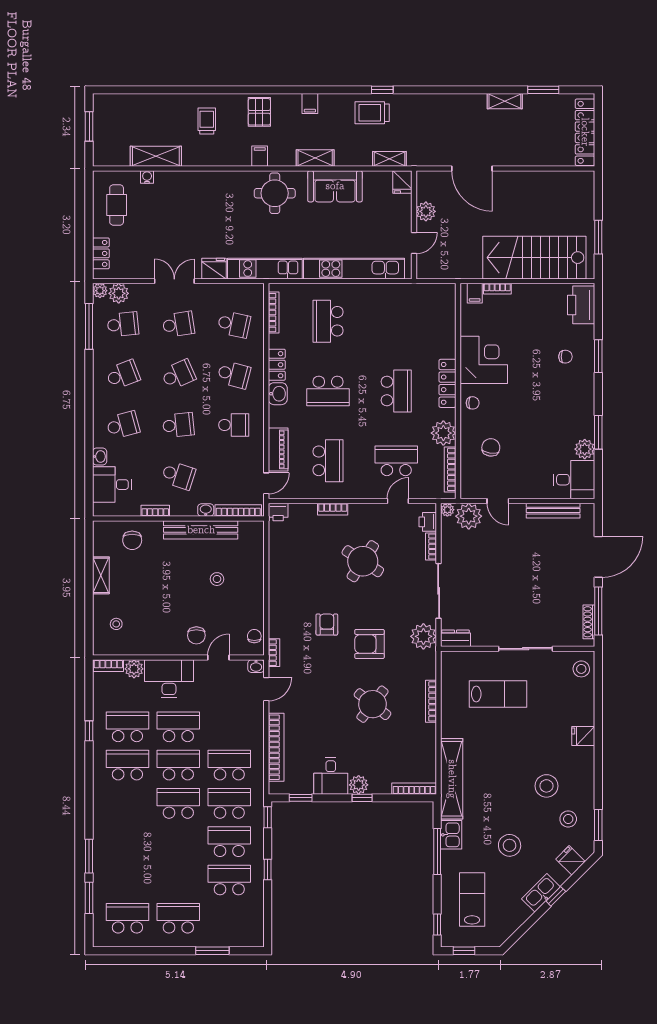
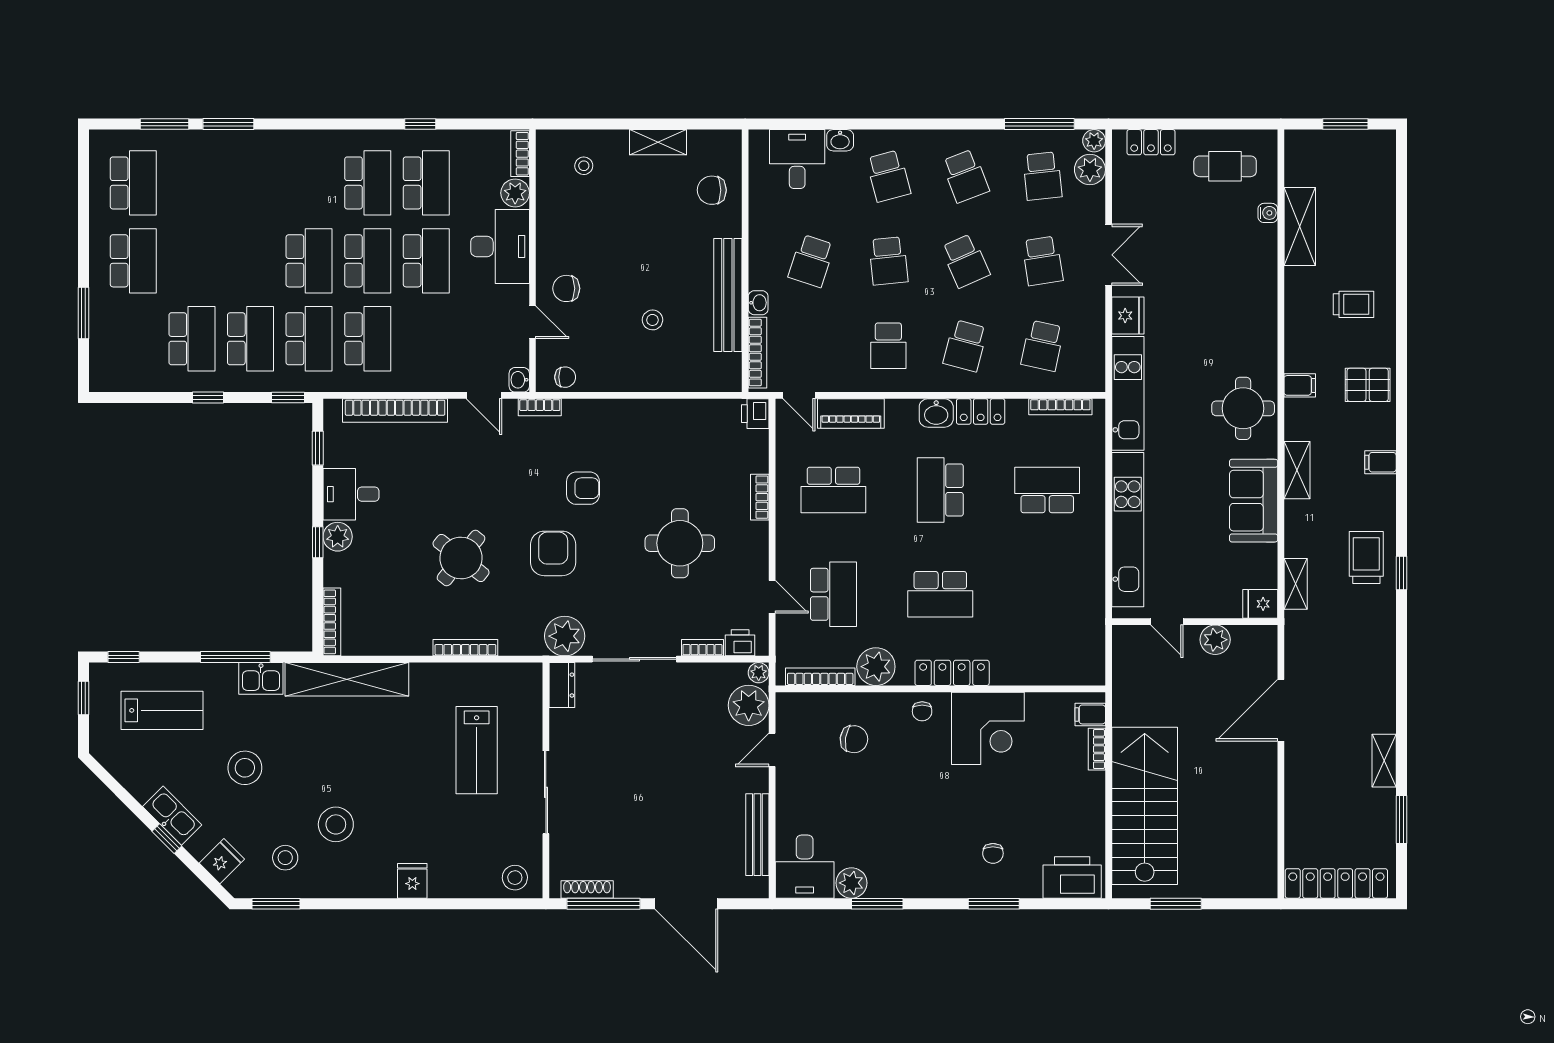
bookcase: (155, 511) -> (757, 226), removed
round table: (363, 561) -> (680, 543), turned -33

